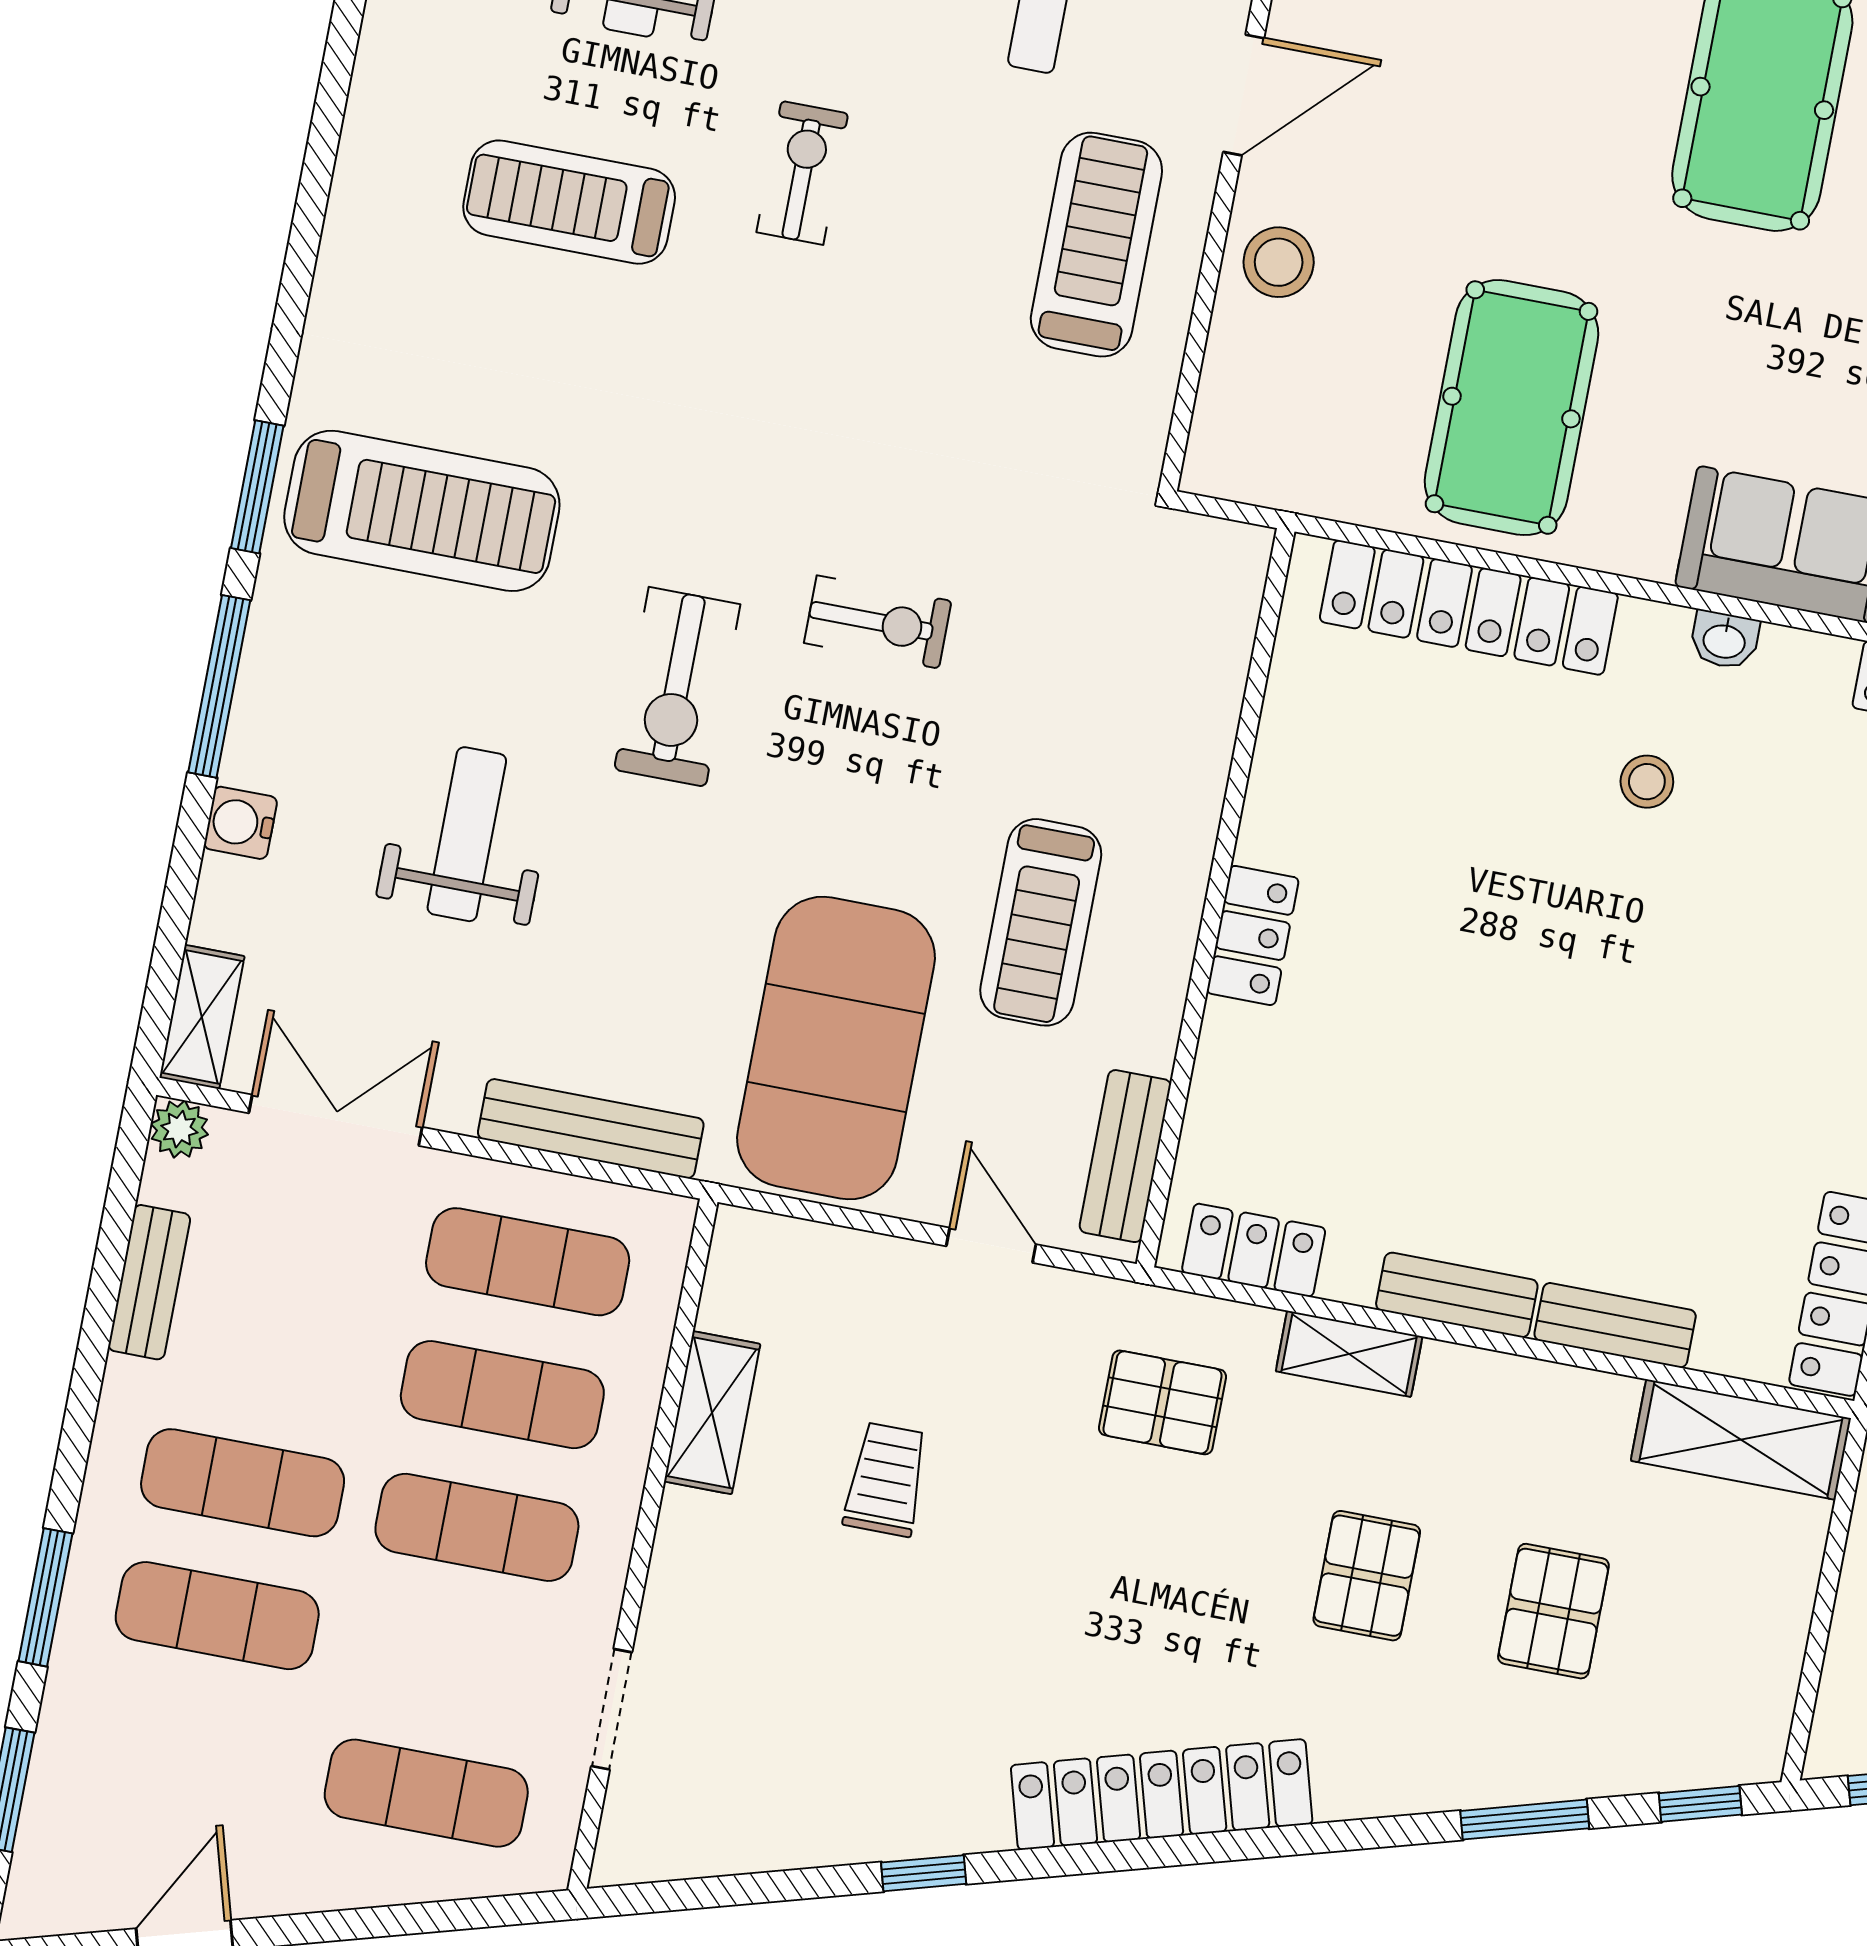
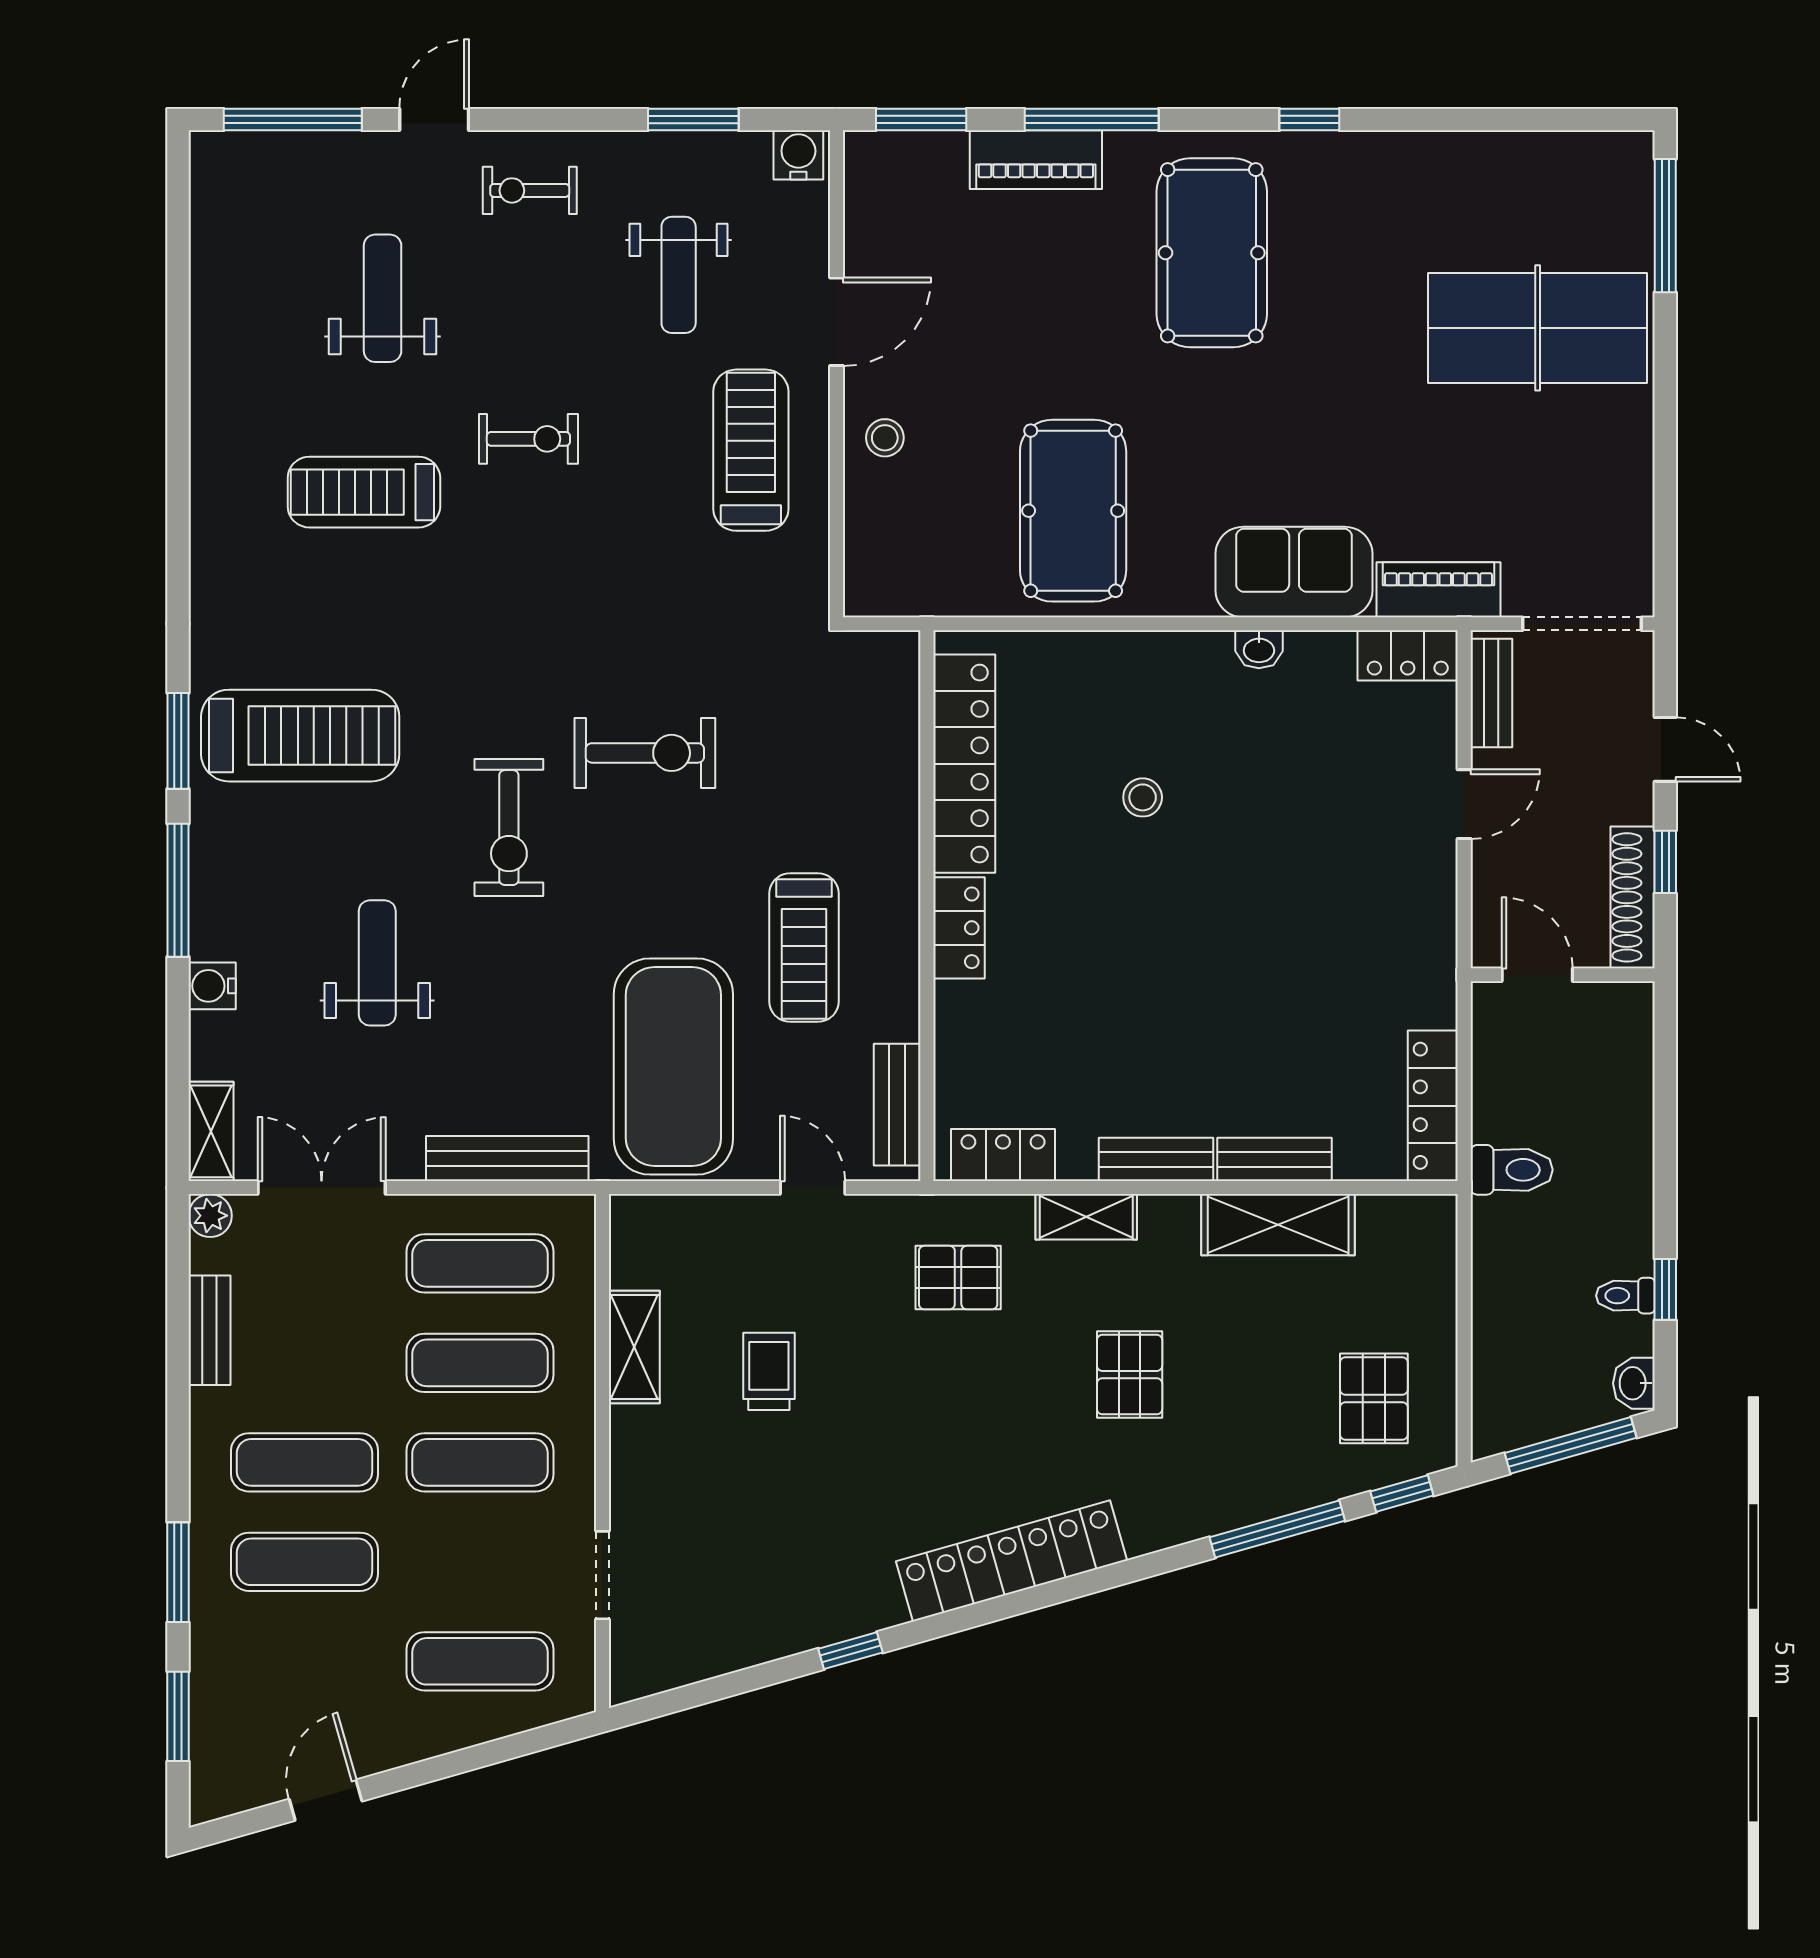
exercise bike: (802, 173) -> (528, 439), turned 90
stool: (1279, 262) -> (885, 438), width x0.73, depth x0.73
locker: (1469, 608) -> (964, 764), moved, turned -90
exercise bike: (878, 622) -> (645, 753), width x1.38, depth x1.39
stool: (1647, 782) -> (1143, 797), moved
shelving: (1741, 1440) -> (1278, 1225), moved
pallet: (1553, 1611) -> (1374, 1398), moved
window: (1525, 1820) -> (1277, 1529), width x1.44

